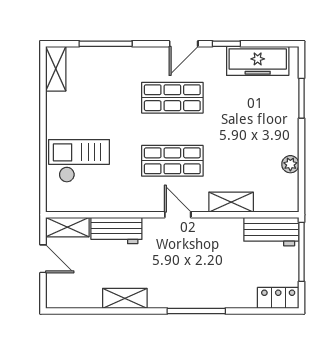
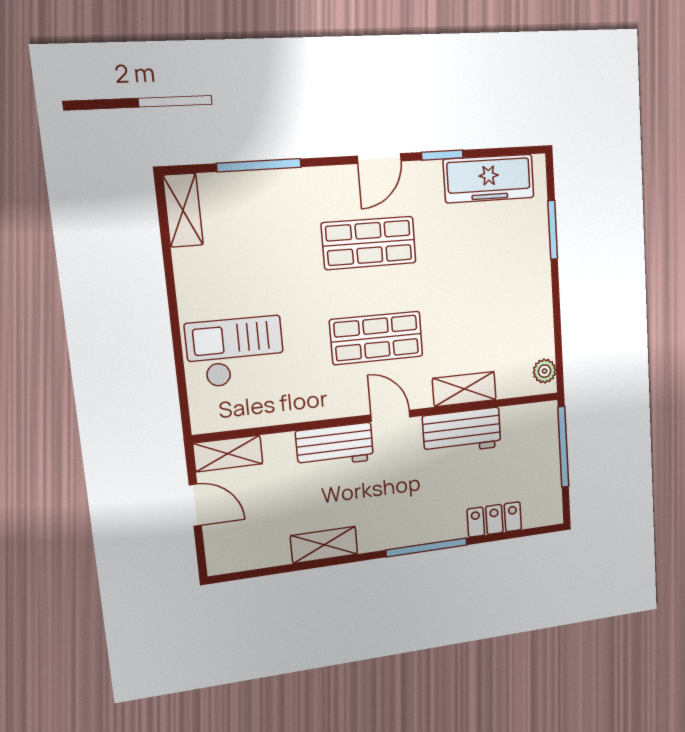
plant: (290, 164) -> (545, 371), moved
workbench: (116, 230) -> (335, 446), moved
workbench: (271, 232) -> (462, 431), moved
locker: (278, 298) -> (494, 519), moved

